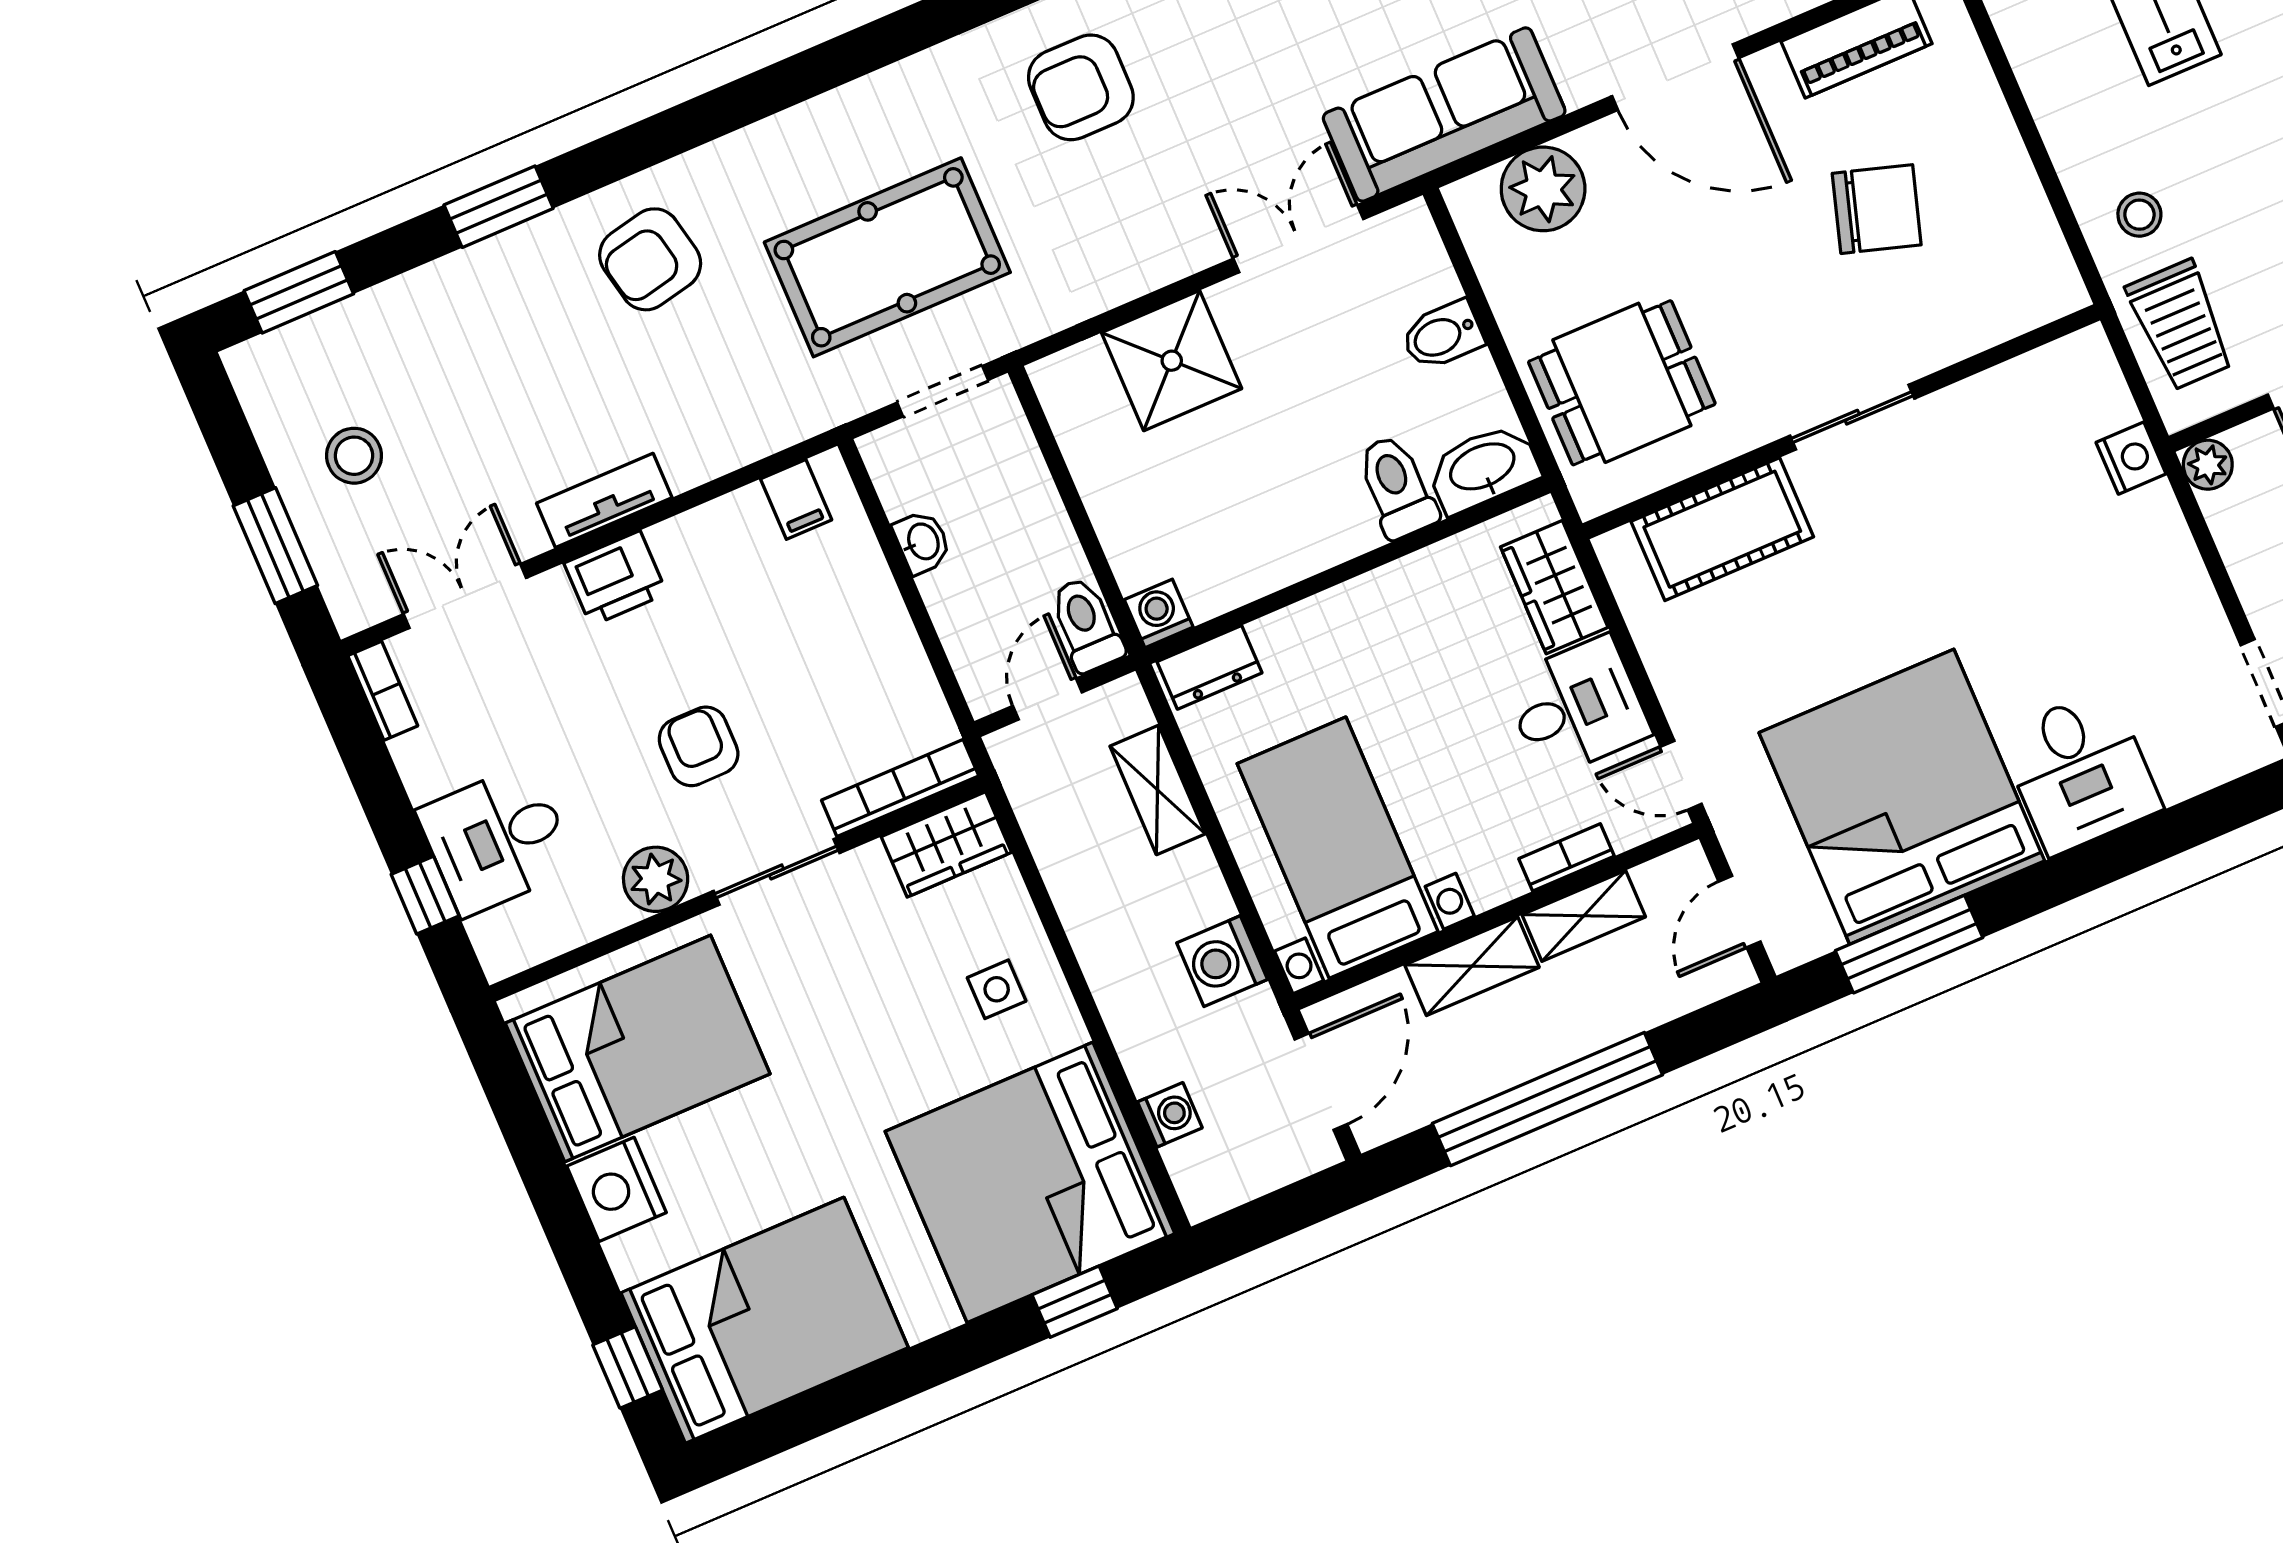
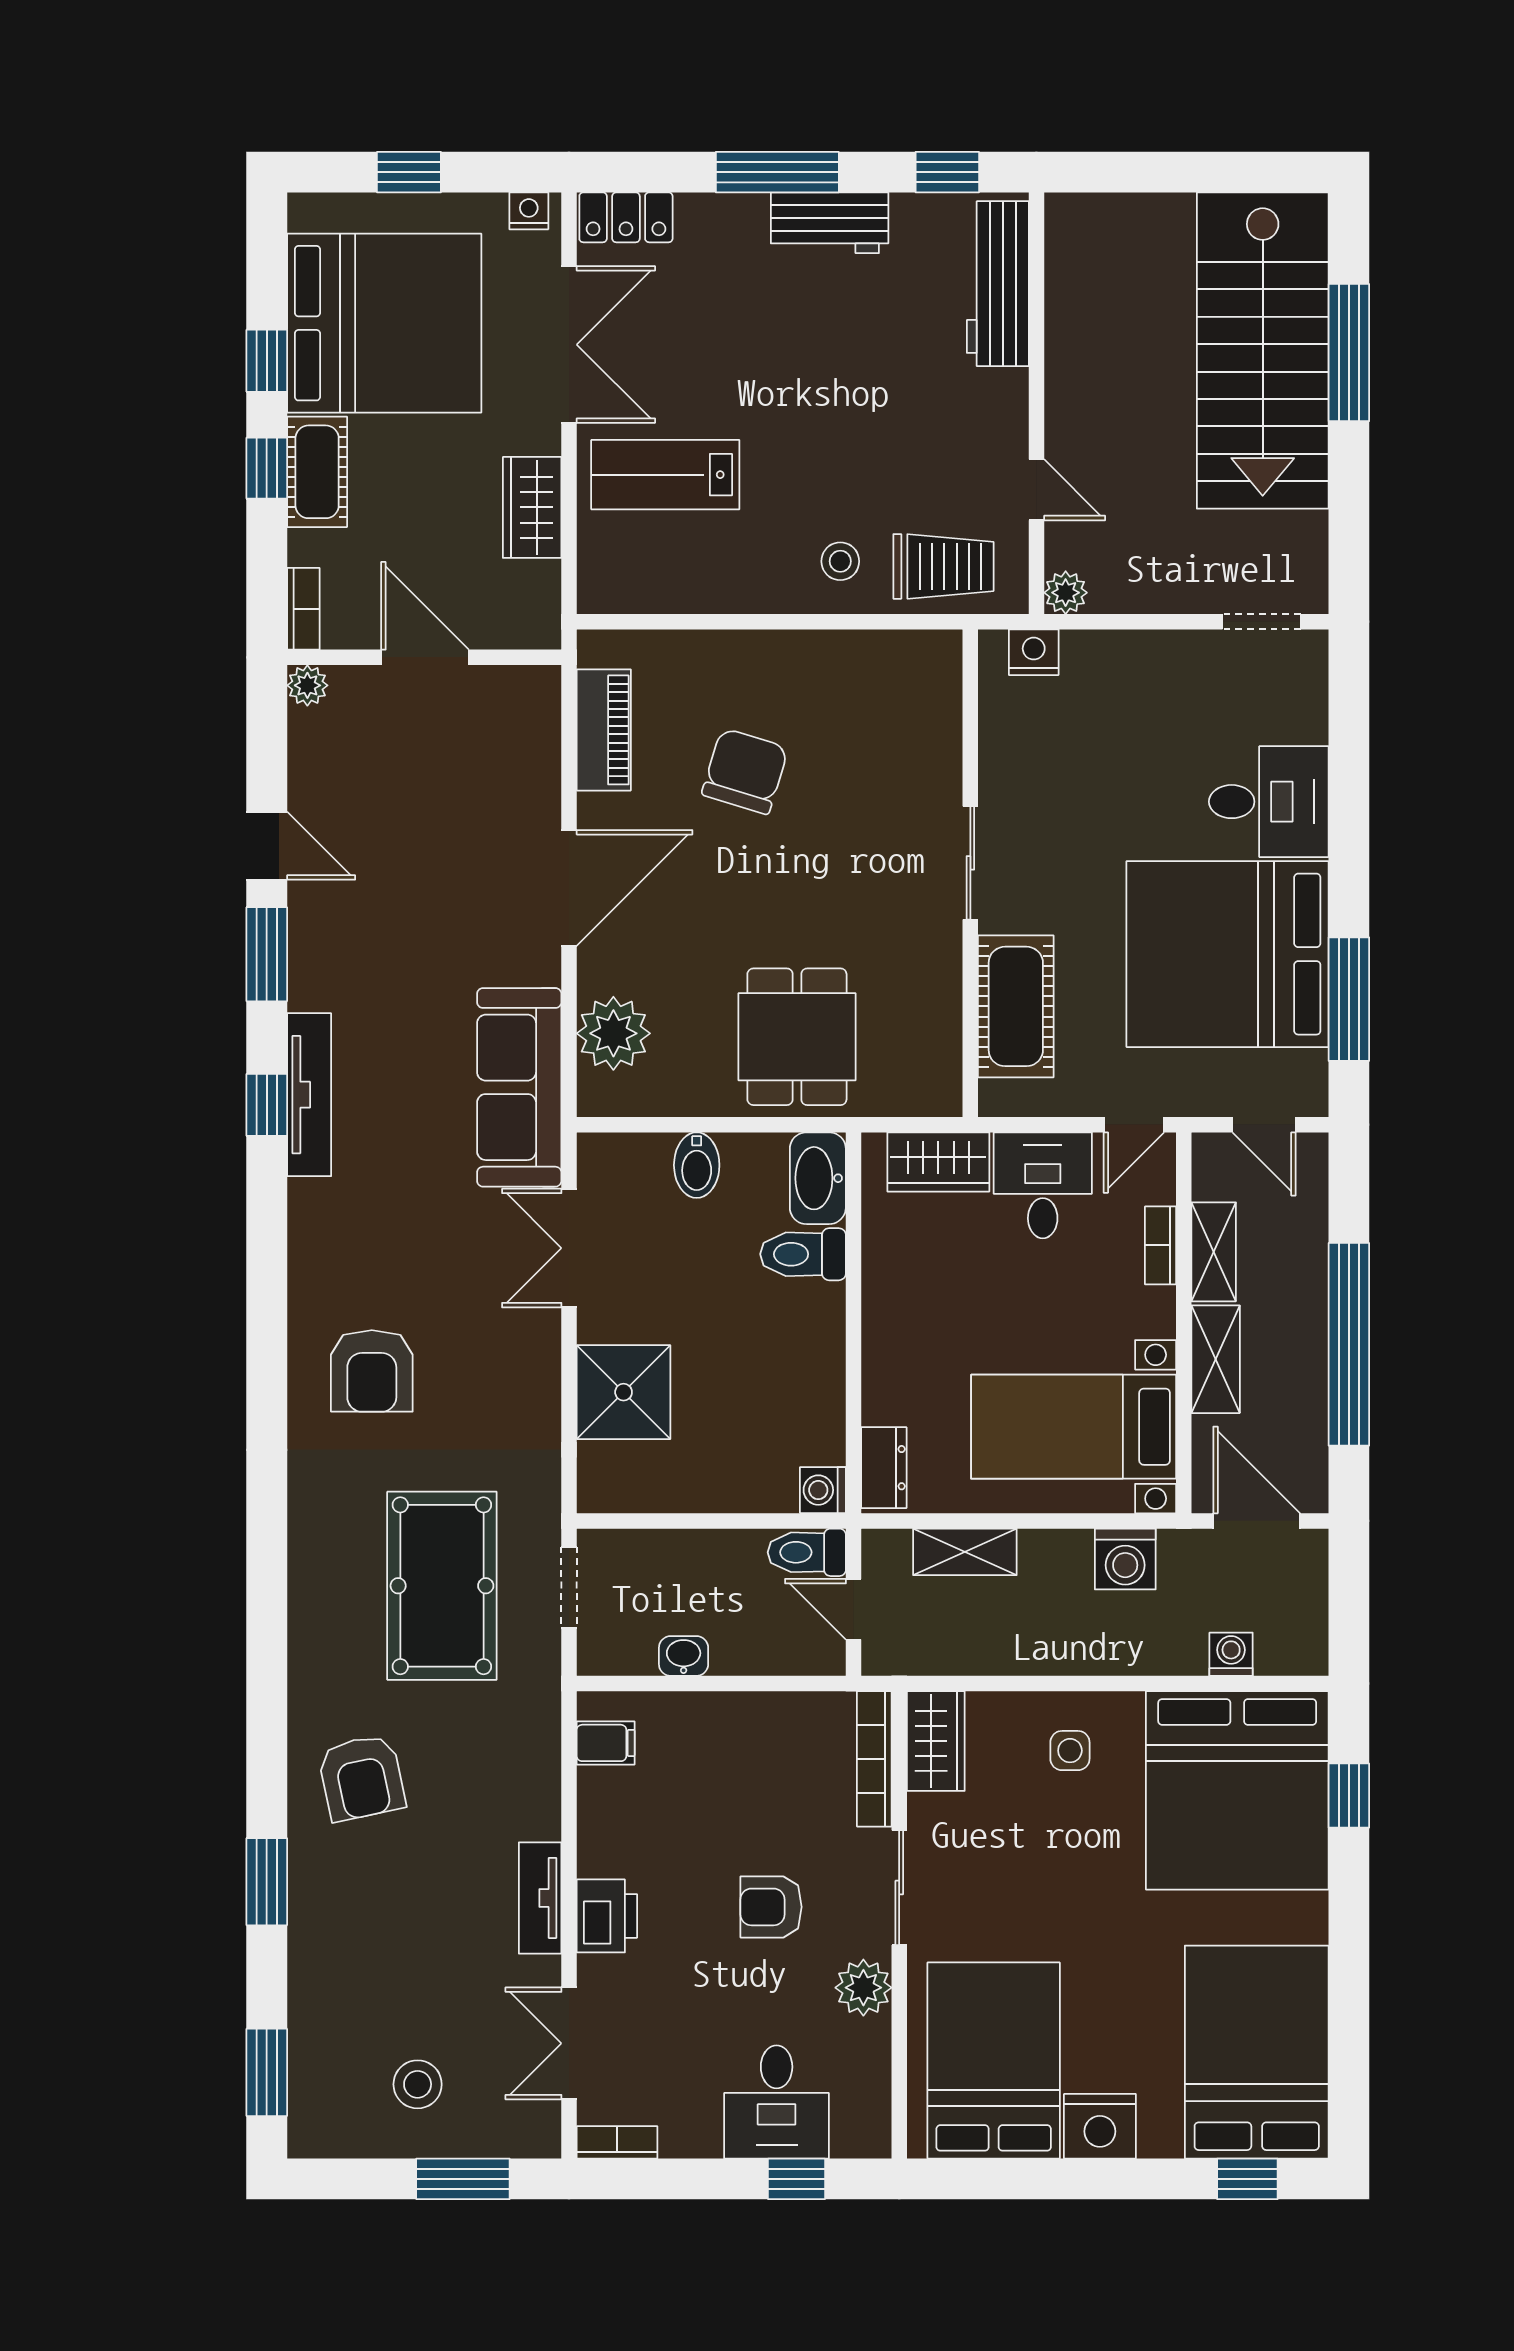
sliding door: (1852, 417) -> (970, 863), moved
wall: (1841, 422) -> (970, 873), moved
cot: (1722, 529) -> (1016, 1006), moved

